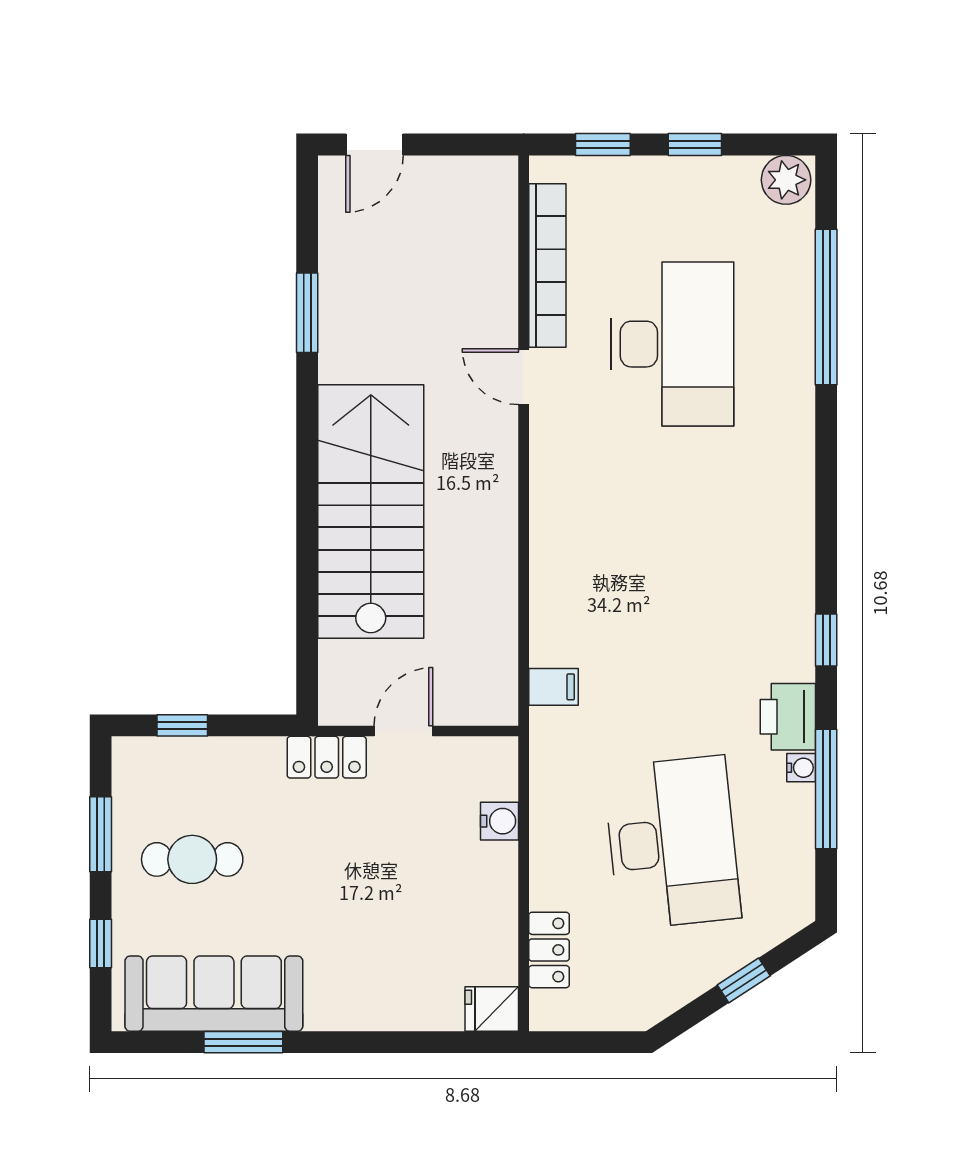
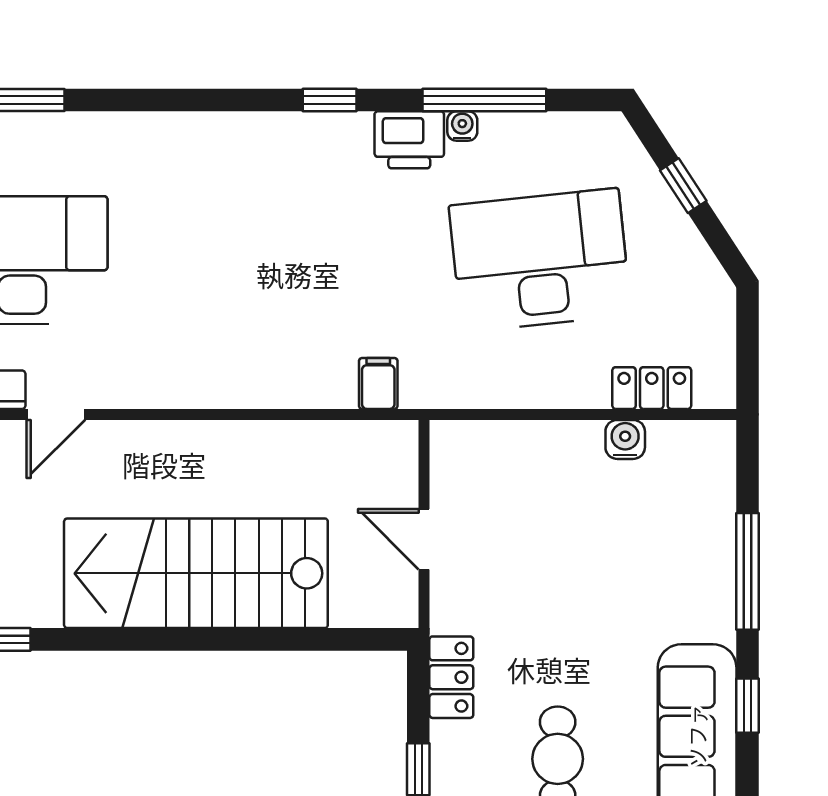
locker: (327, 757) -> (451, 677), moved
water cooler: (500, 821) -> (625, 439), moved
fridge: (492, 1009) -> (713, 448), removed
window: (243, 1042) -> (747, 706), width x0.67
window: (373, 1042) -> (747, 571), added

